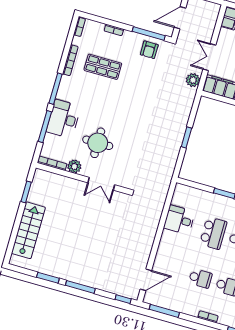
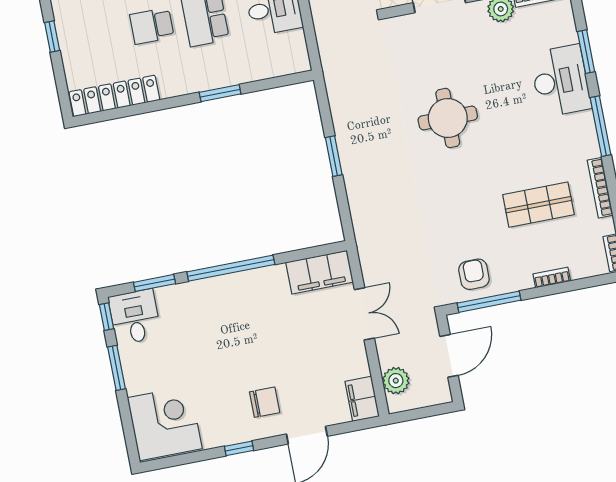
plant: (193, 80) -> (396, 381), moved
window: (45, 127) -> (586, 52), width x0.69
round table: (98, 143) -> (448, 118), moved

